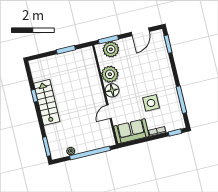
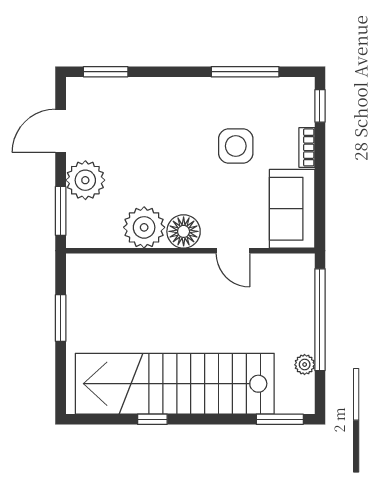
door: (140, 32) -> (61, 131), swing flipped
plant: (111, 49) -> (85, 180), moved
stairs: (47, 102) -> (175, 384), width x1.86, depth x1.51

